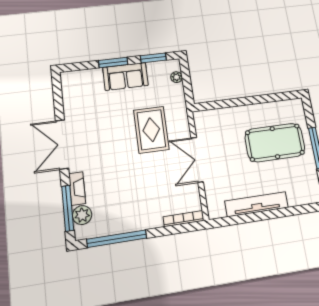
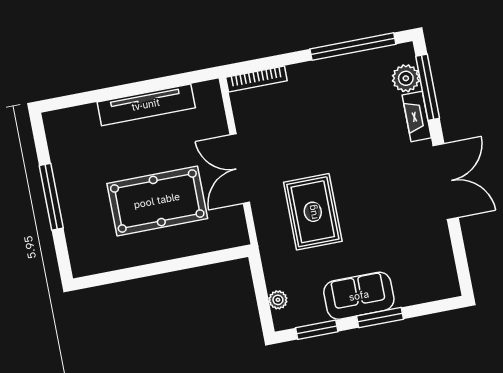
pool table: (275, 143) -> (157, 201), moved
double door: (197, 160) -> (240, 169), swing flipped

